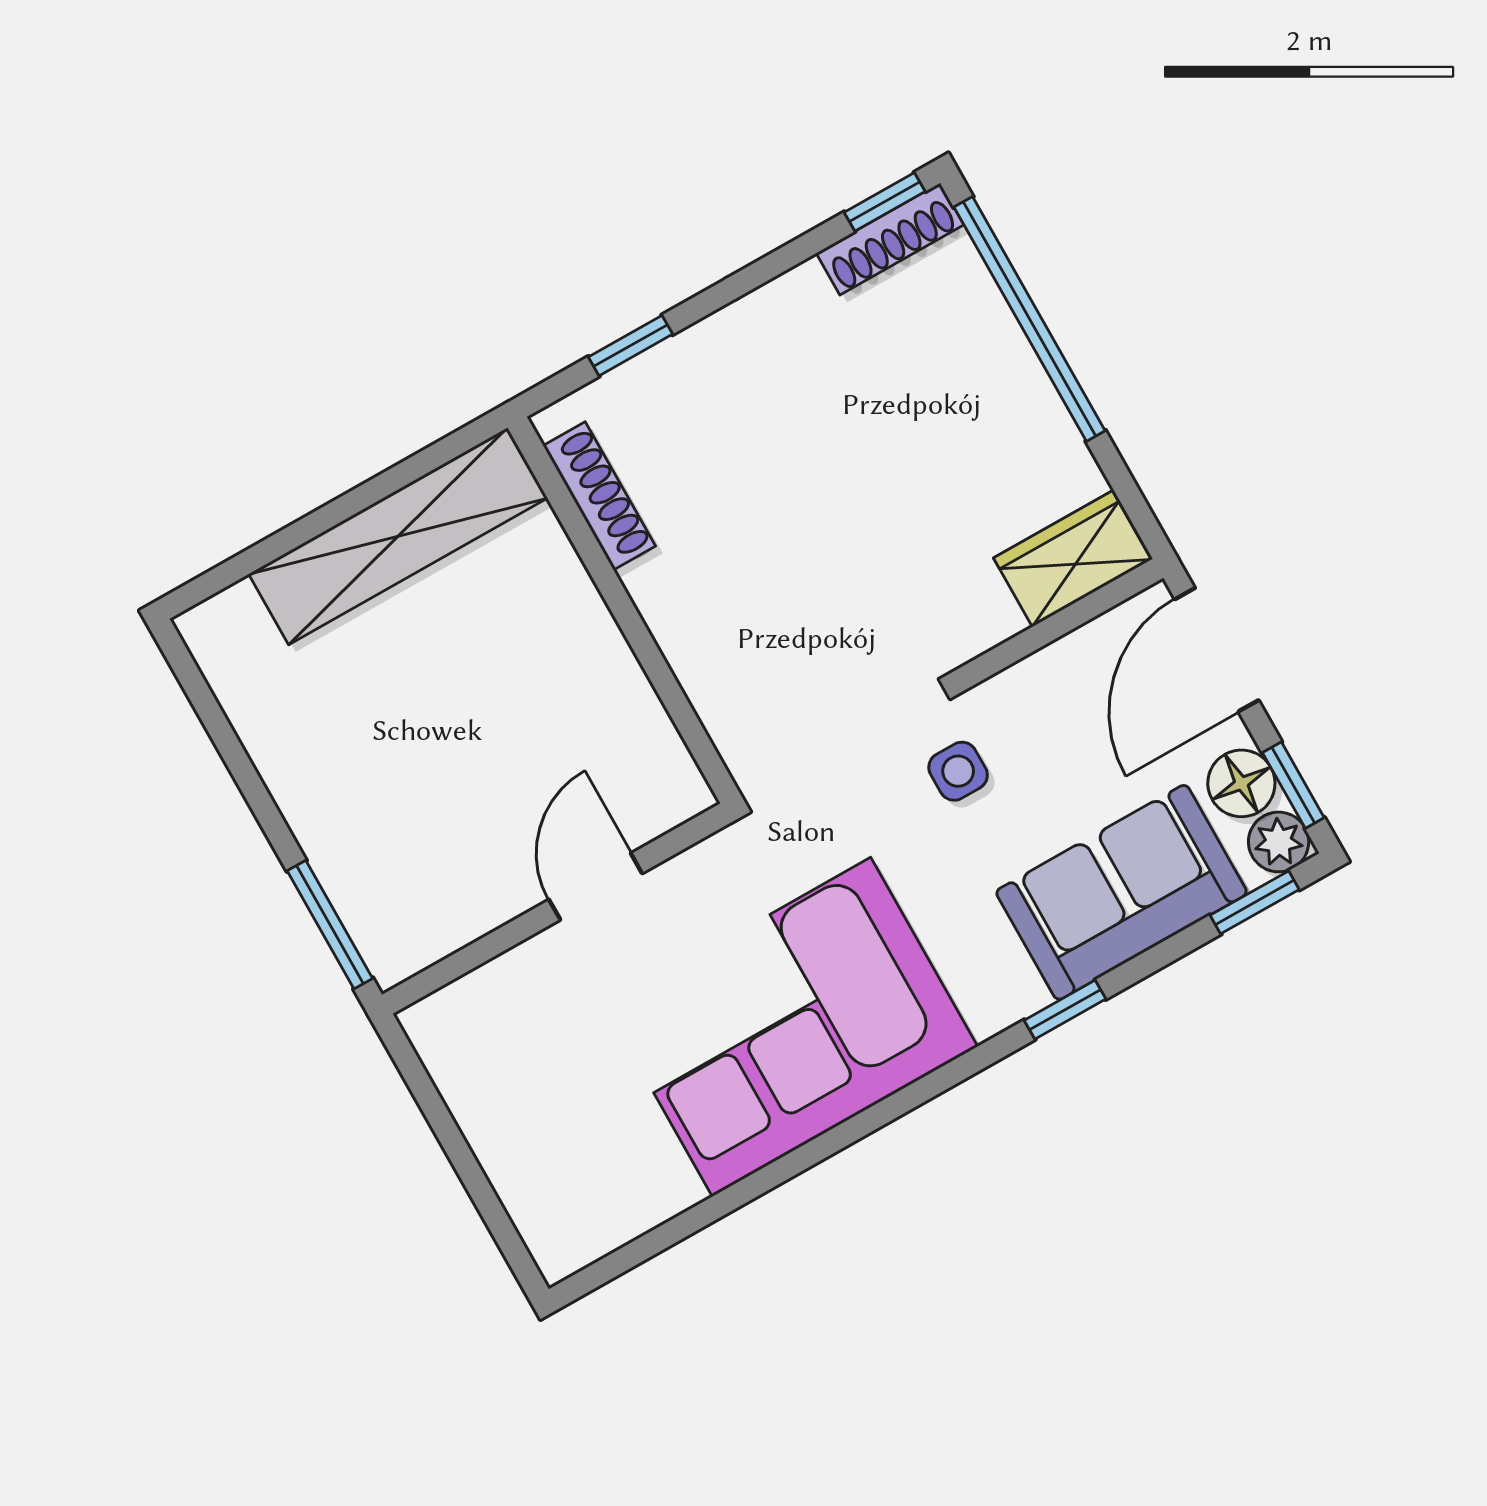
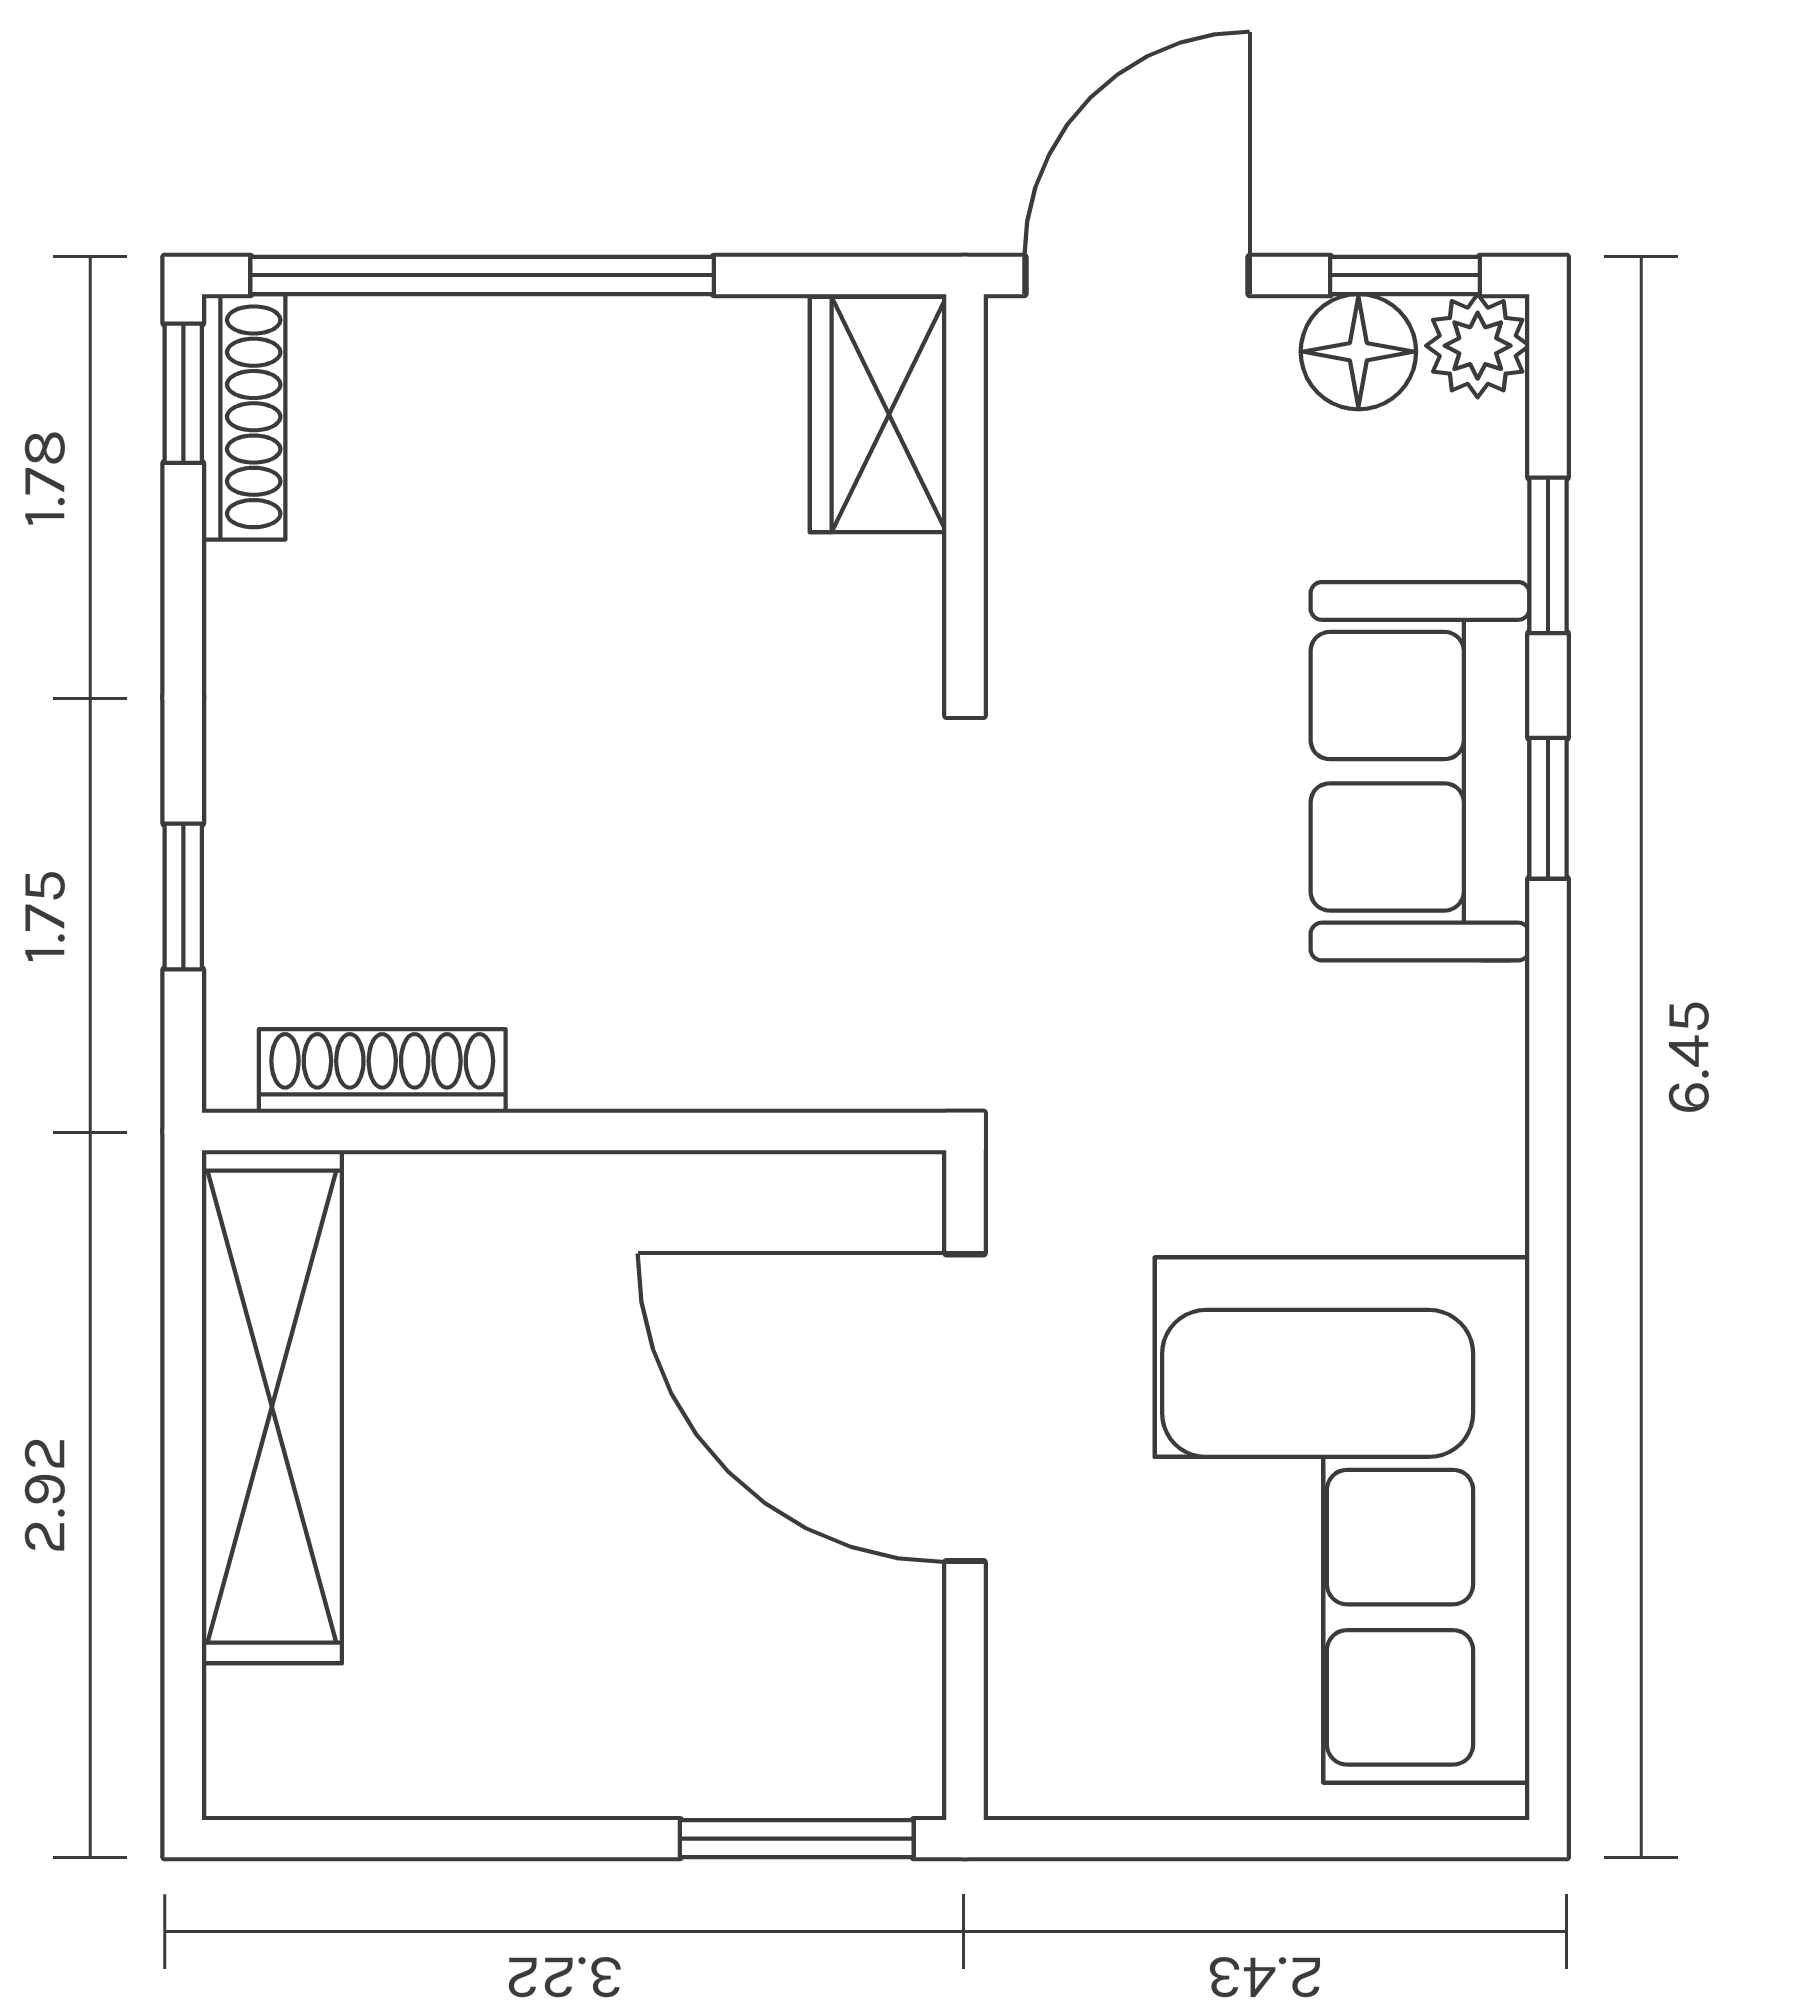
door: (1217, 650) -> (1137, 275), swing flipped
side table: (958, 771) -> (1100, 766), removed
door: (596, 886) -> (965, 1408), width x1.87
sofa: (1122, 892) -> (1420, 771), moved
window: (1255, 902) -> (1548, 555), moved
corner sofa: (792, 1027) -> (1342, 1520), moved

